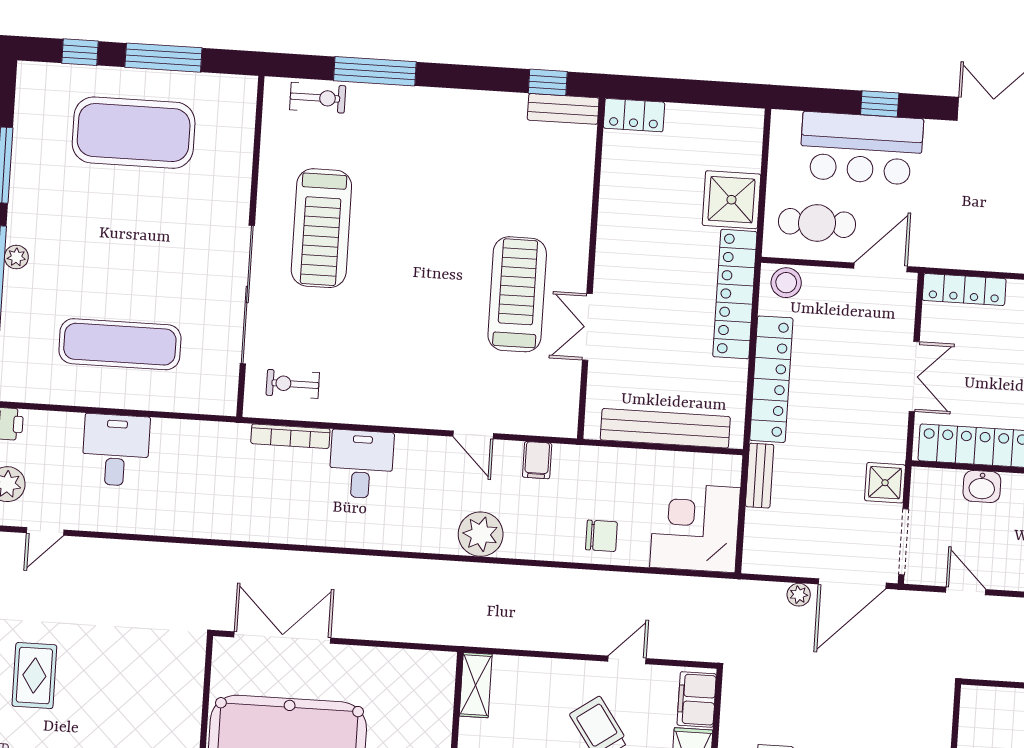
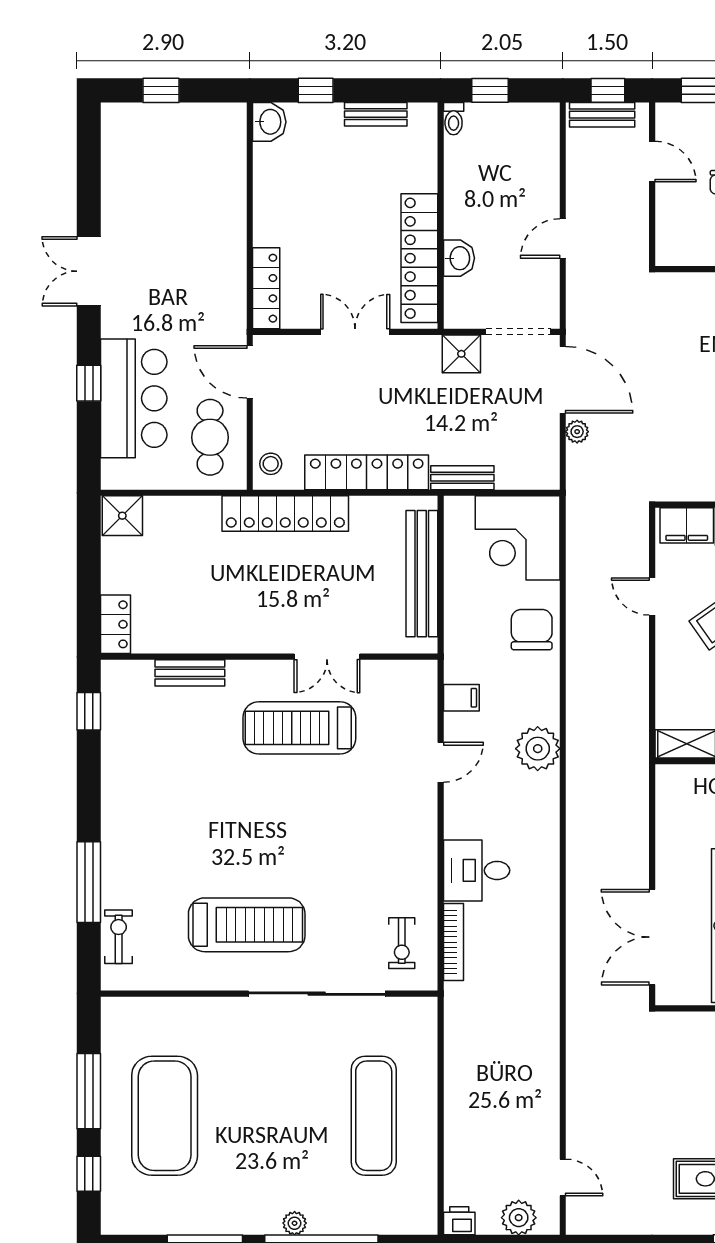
bench: (563, 109) -> (190, 673), moved, turned 90
shower: (731, 200) -> (122, 516), moved, width x0.73, depth x0.73
stool: (786, 283) -> (271, 464), width x0.73, depth x0.73
desk: (116, 450) -> (478, 1113), removed
chair: (601, 536) -> (532, 630), width x1.37, depth x1.37
door: (966, 591) -> (563, 238), moved

